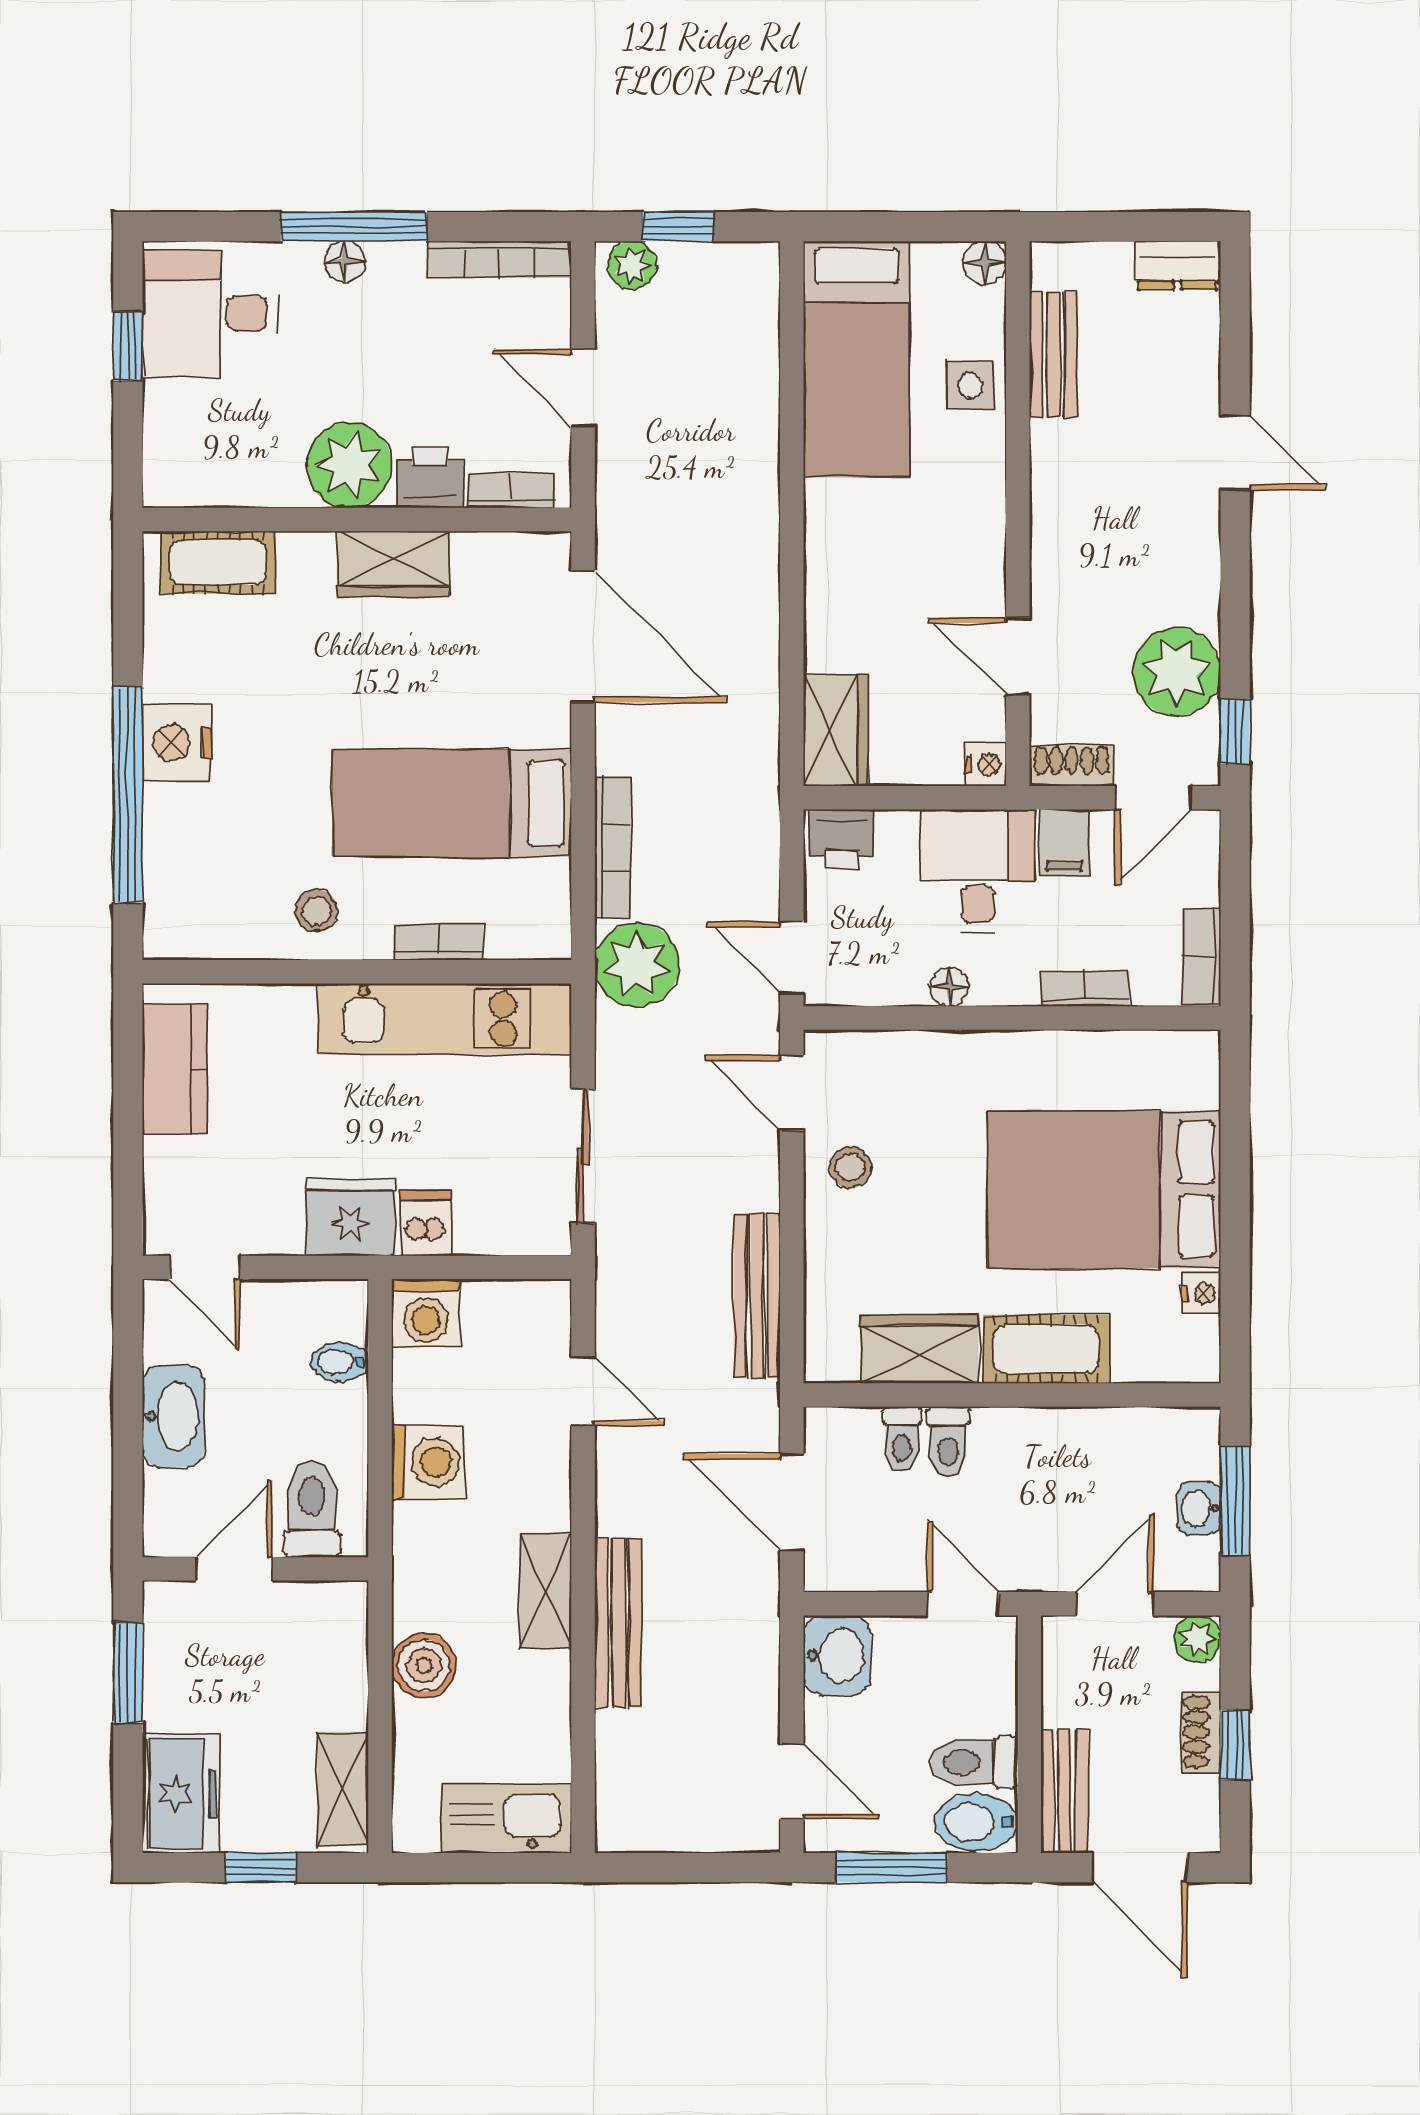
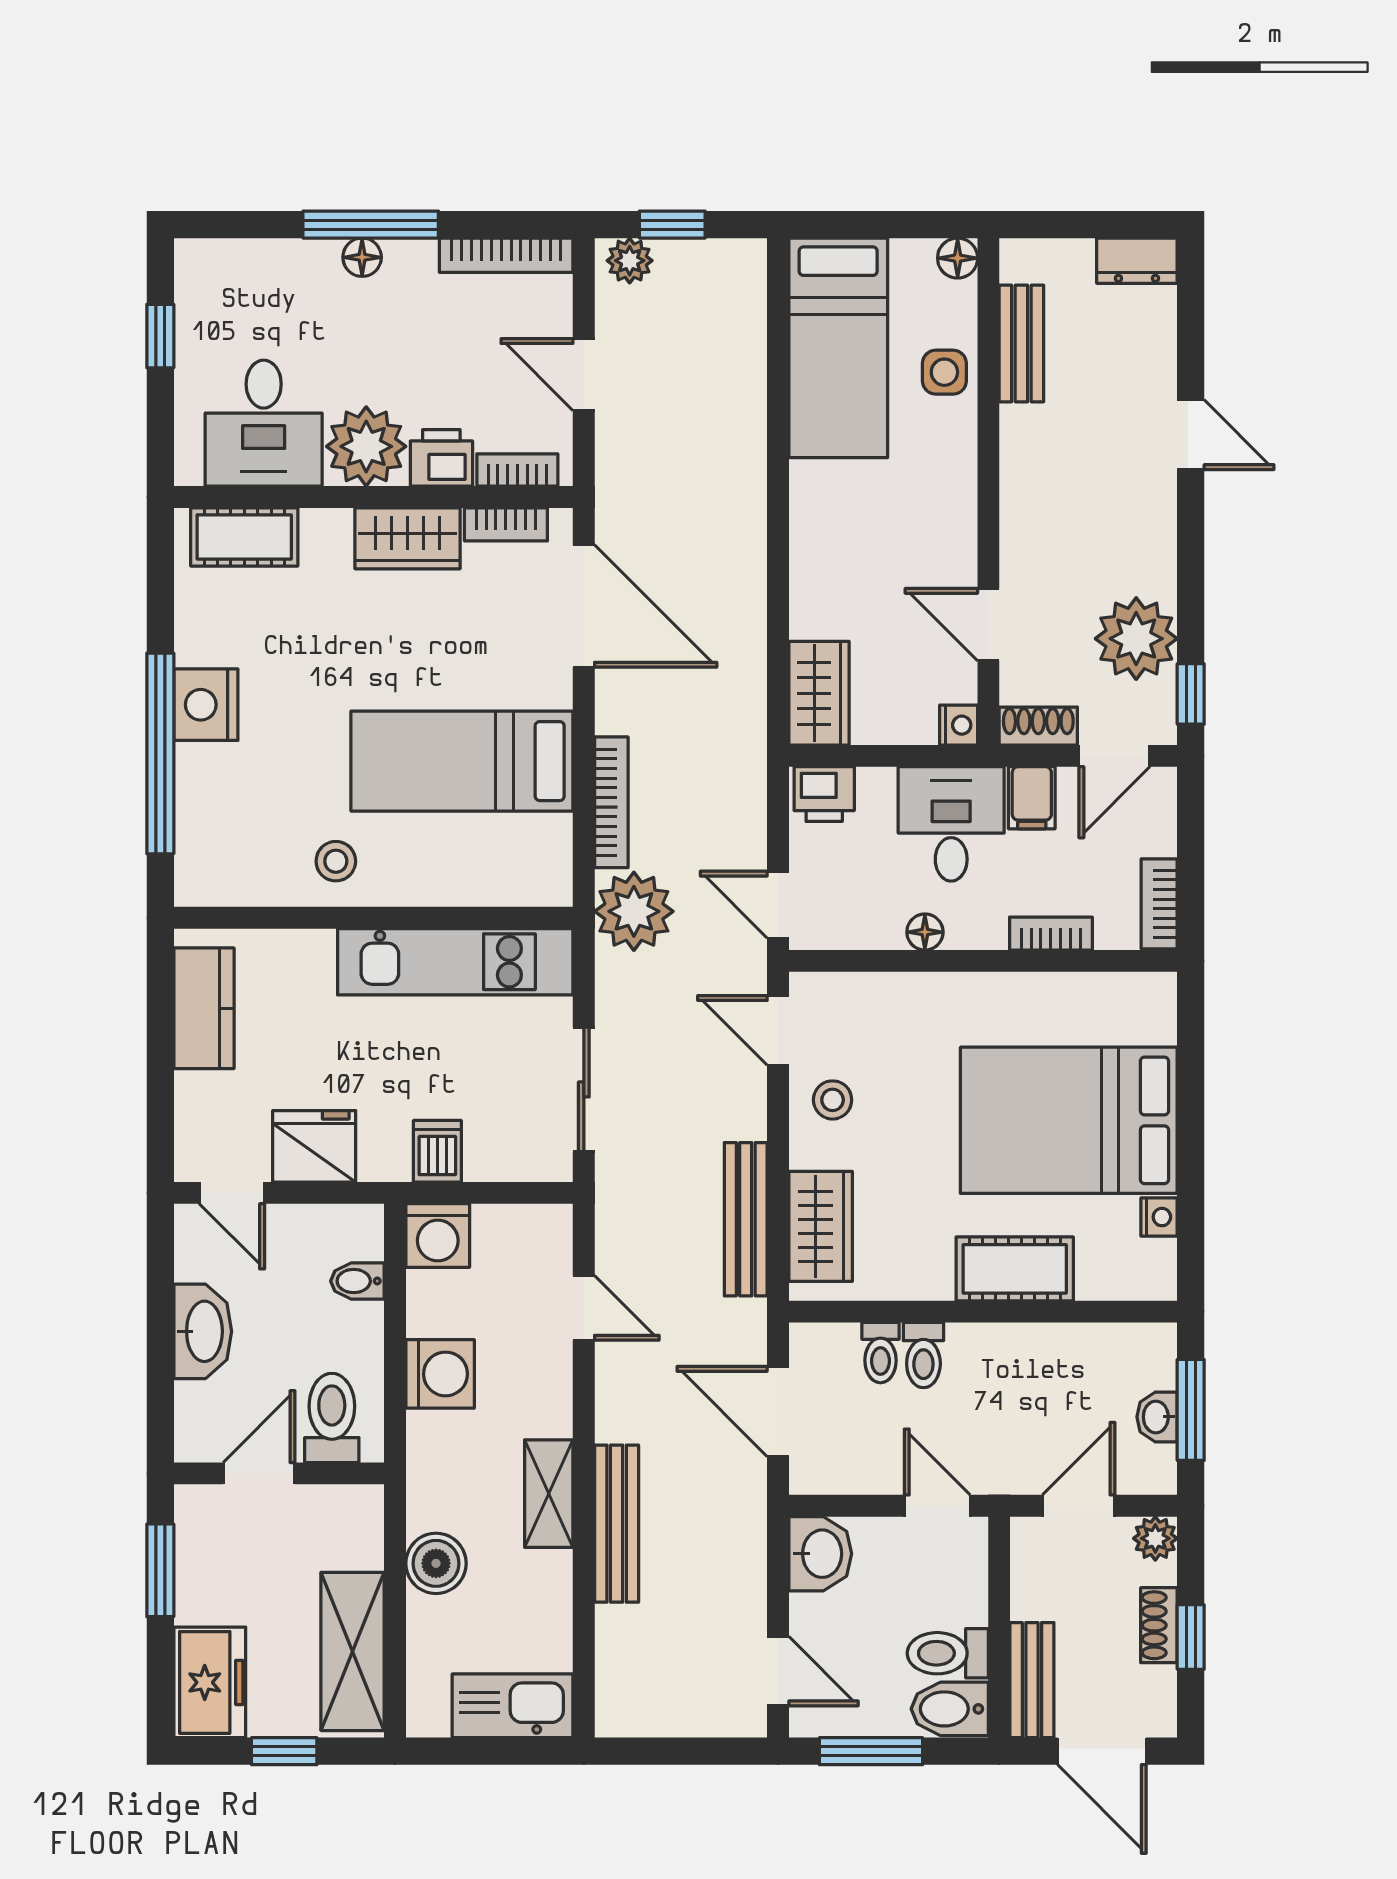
desk: (210, 313) -> (264, 423), moved, turned -90
bookcase: (439, 942) -> (506, 524), moved, turned 180
fridge: (350, 1217) -> (314, 1146), moved
wardrobe: (919, 1349) -> (821, 1226), moved, turned 90
shelving: (343, 1789) -> (353, 1651), width x1.50, depth x1.33

